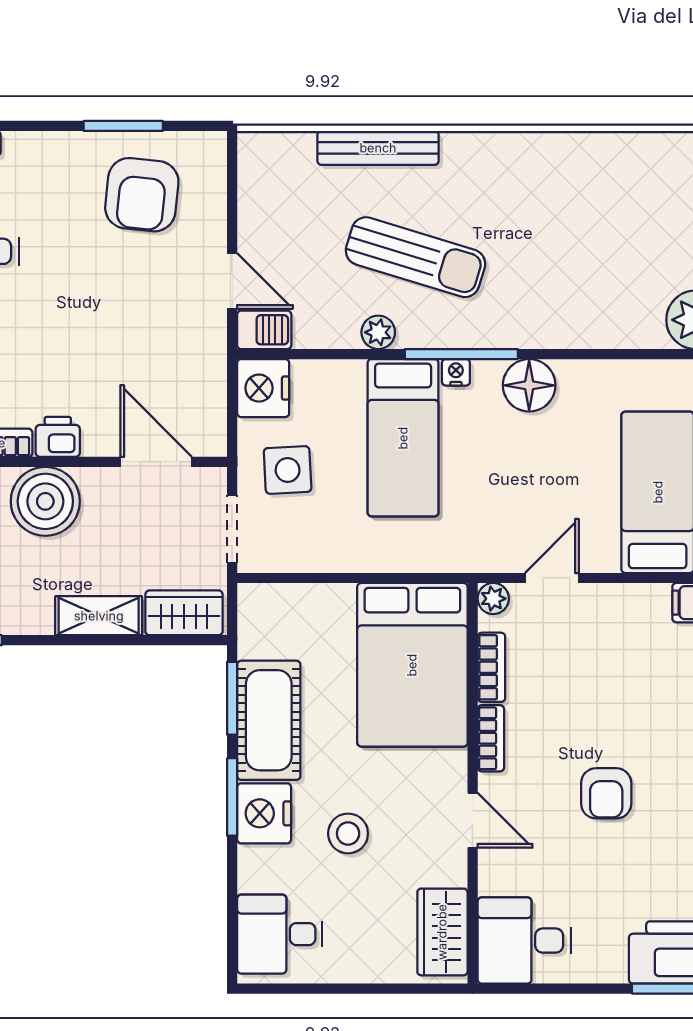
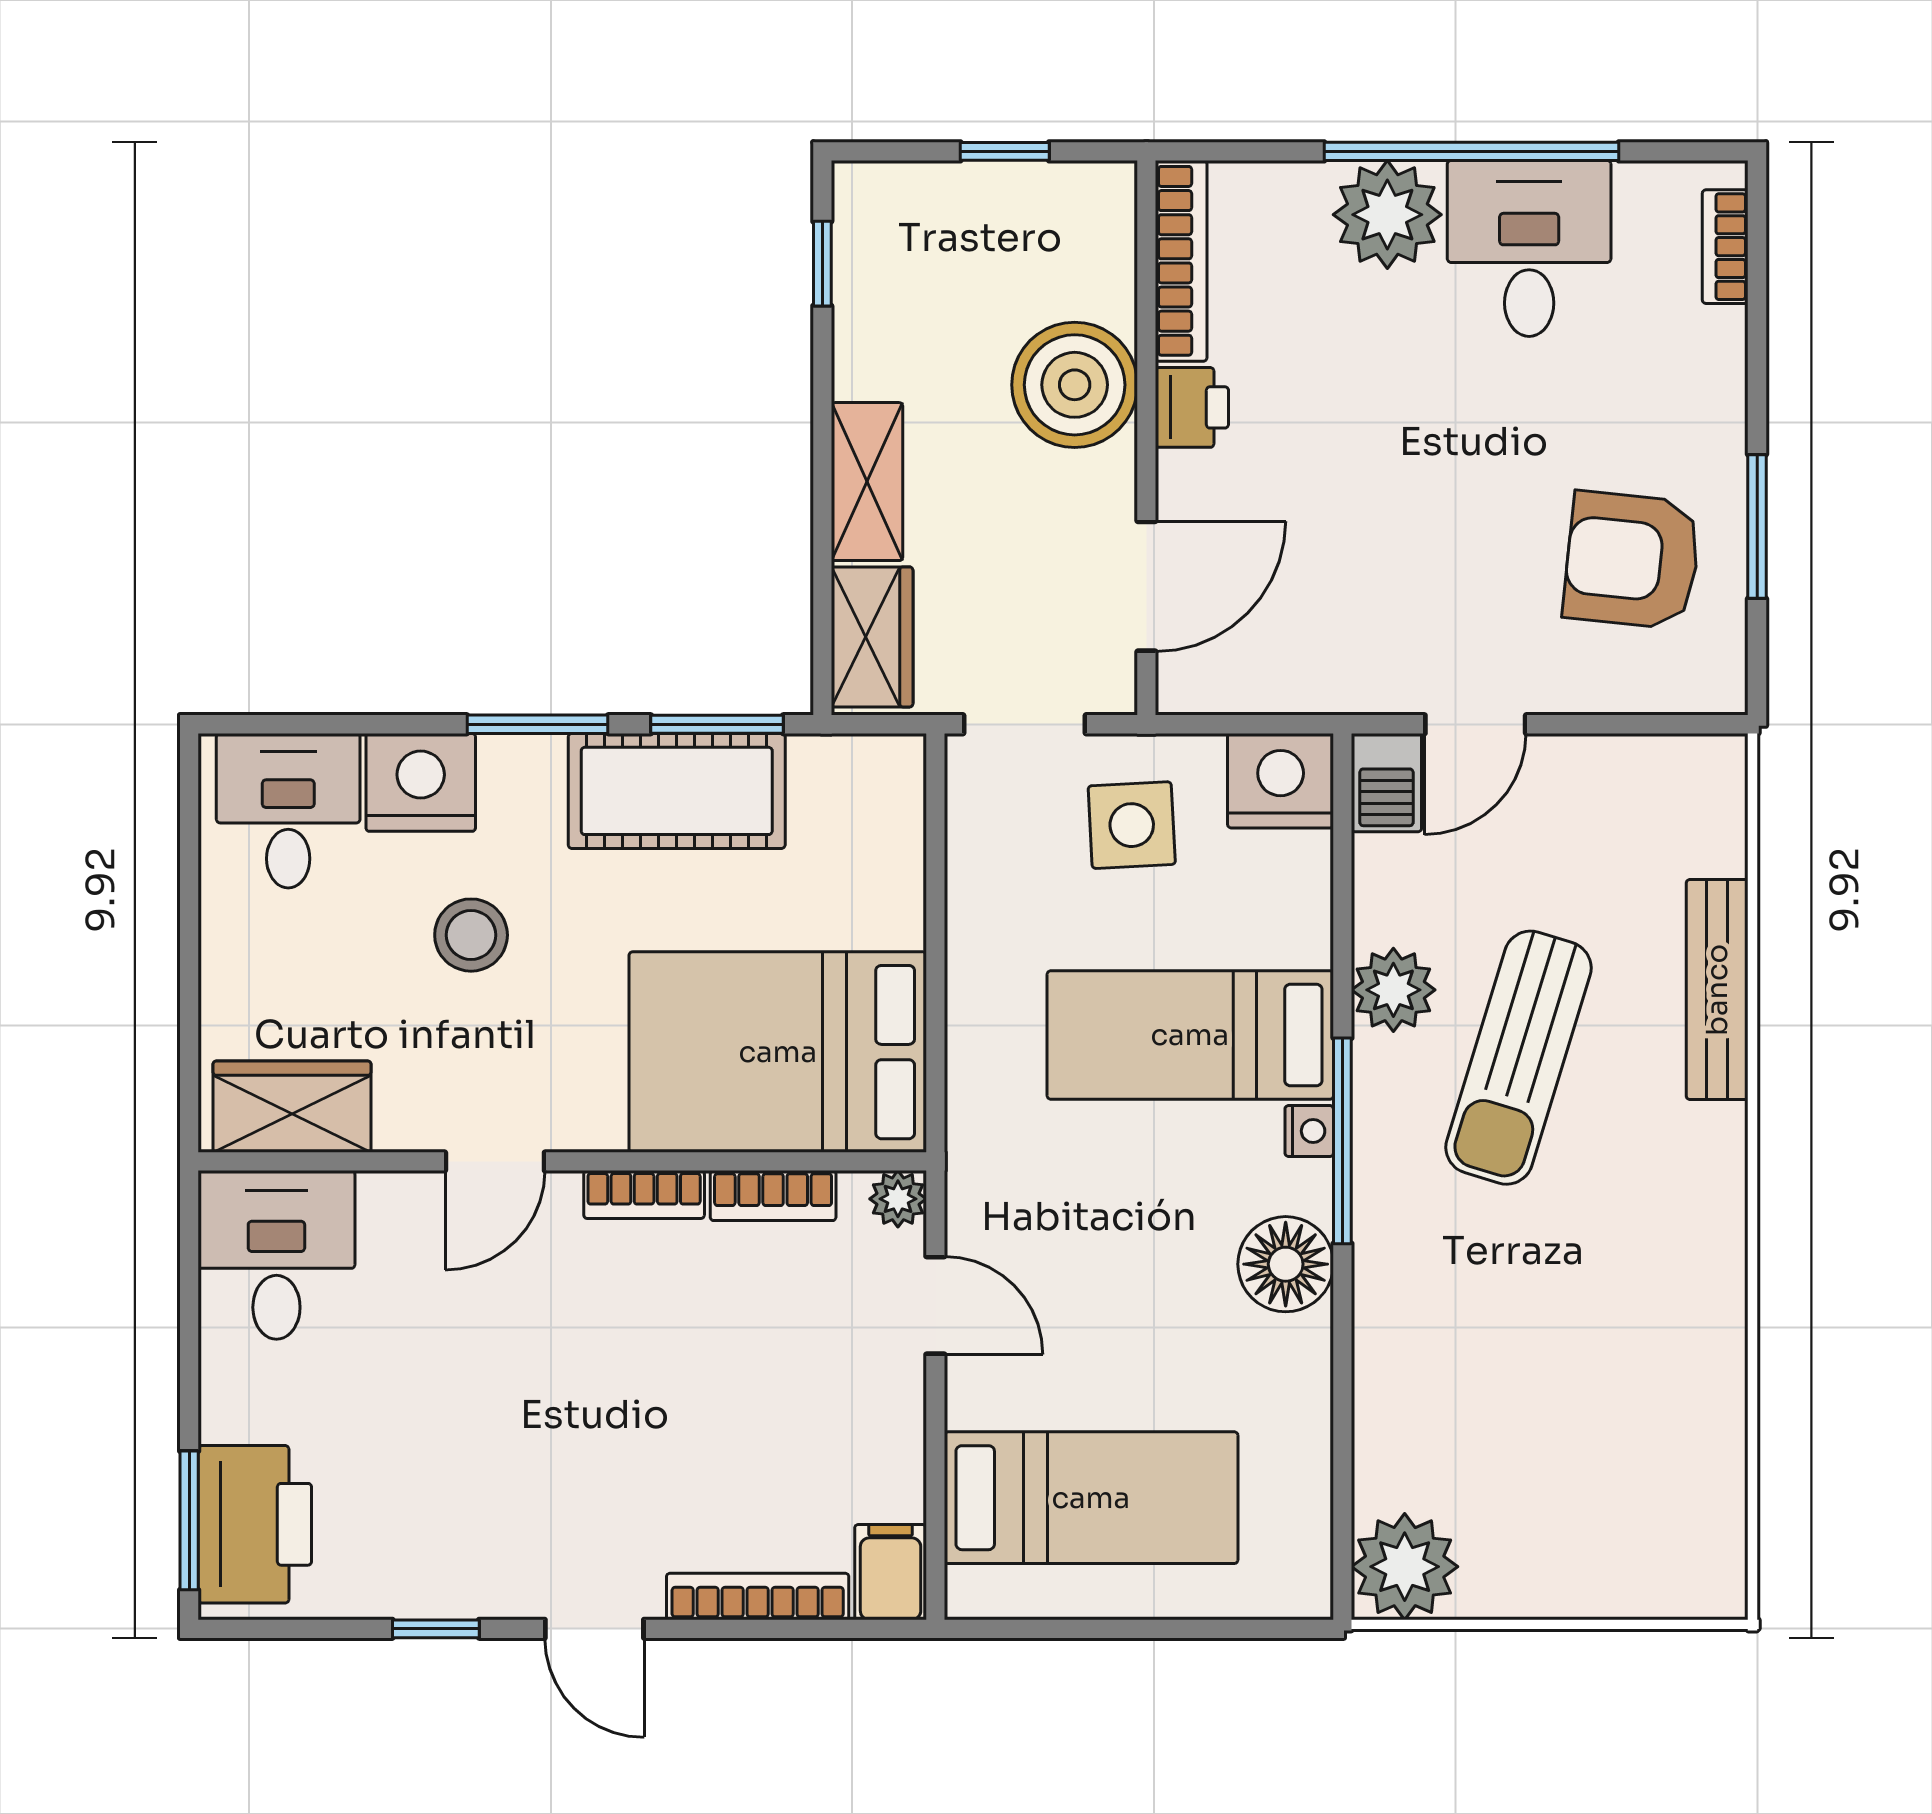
plant: (378, 332) -> (1393, 990), width x1.38, depth x1.38
armchair: (606, 793) -> (544, 1404), removed
nightstand: (264, 813) -> (421, 782), moved

